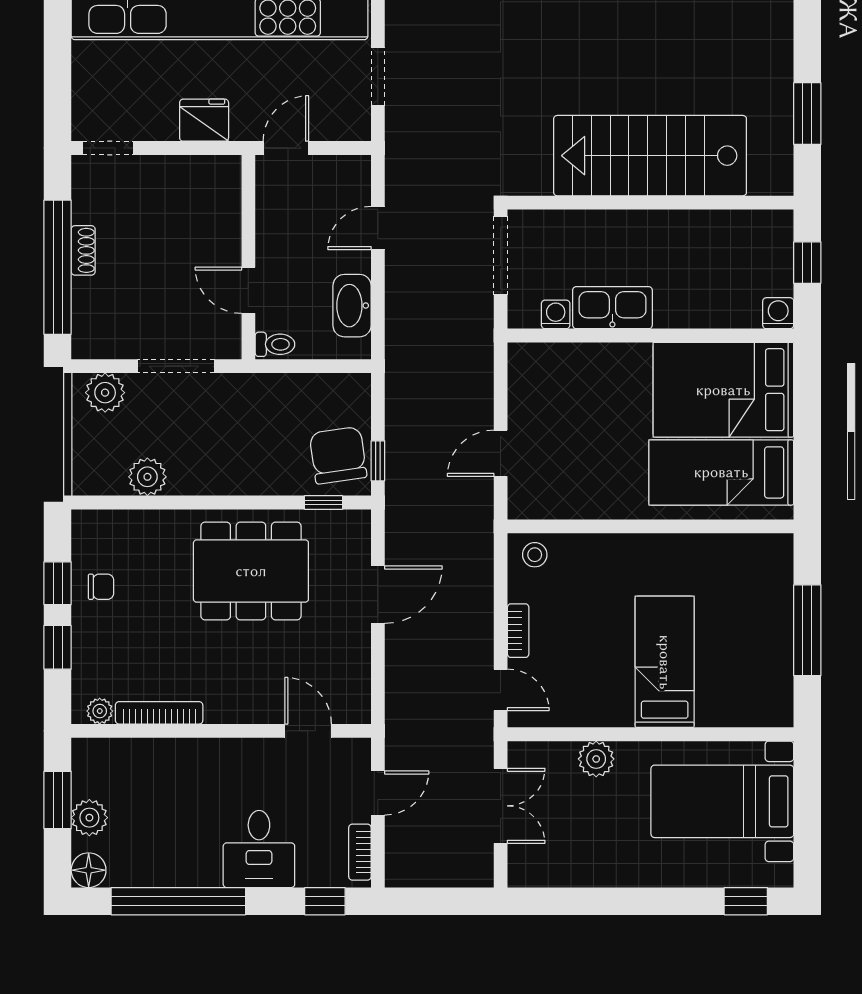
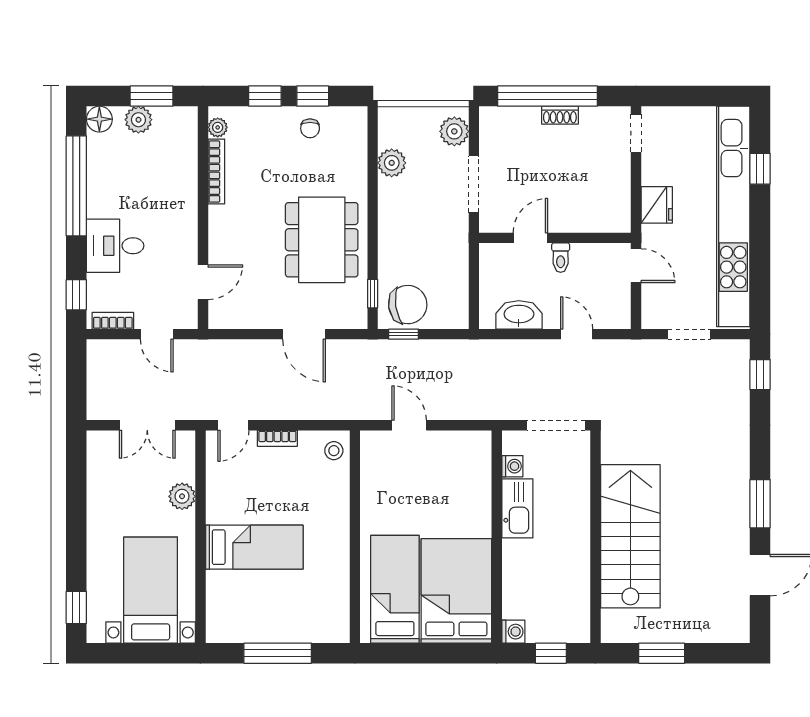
toilet: (275, 344) -> (561, 258), moved

